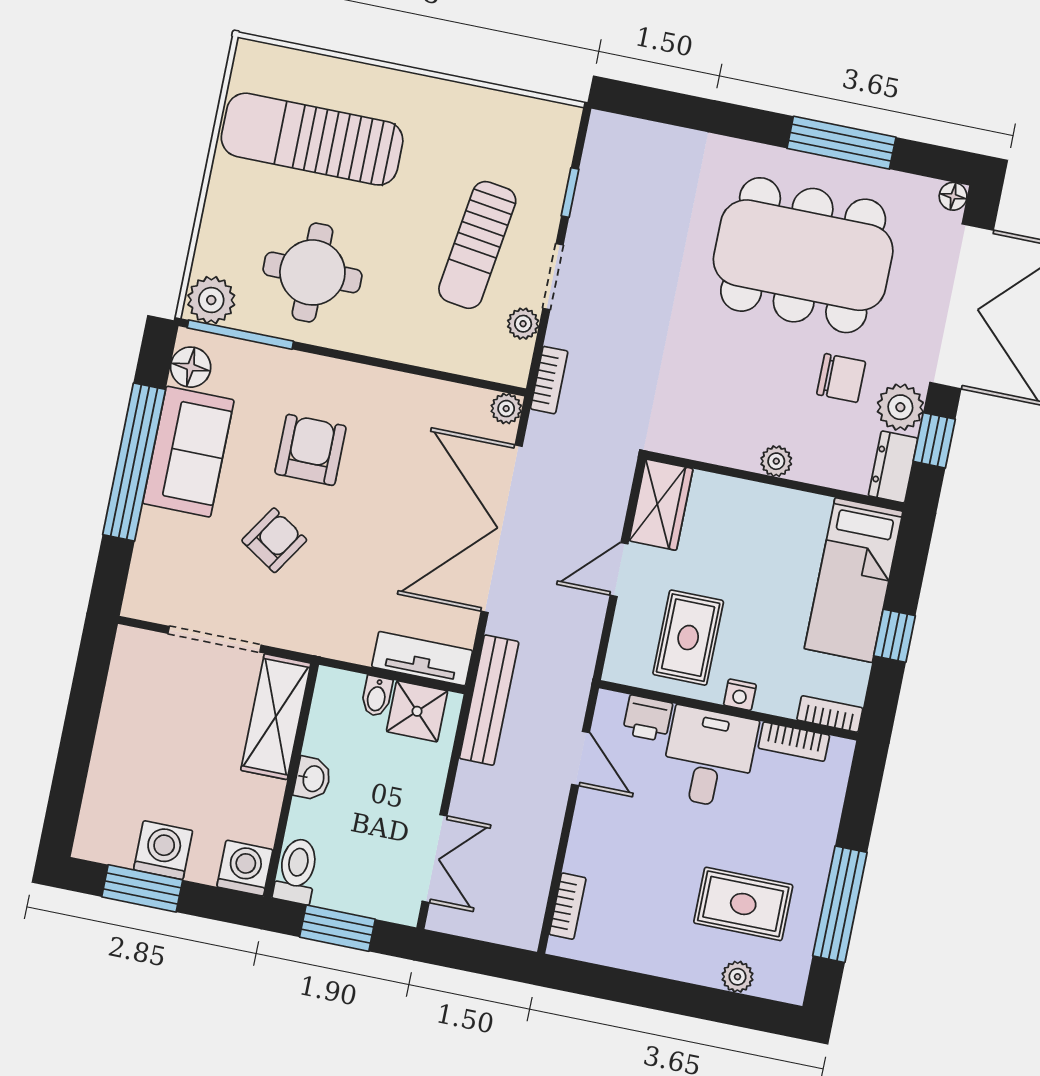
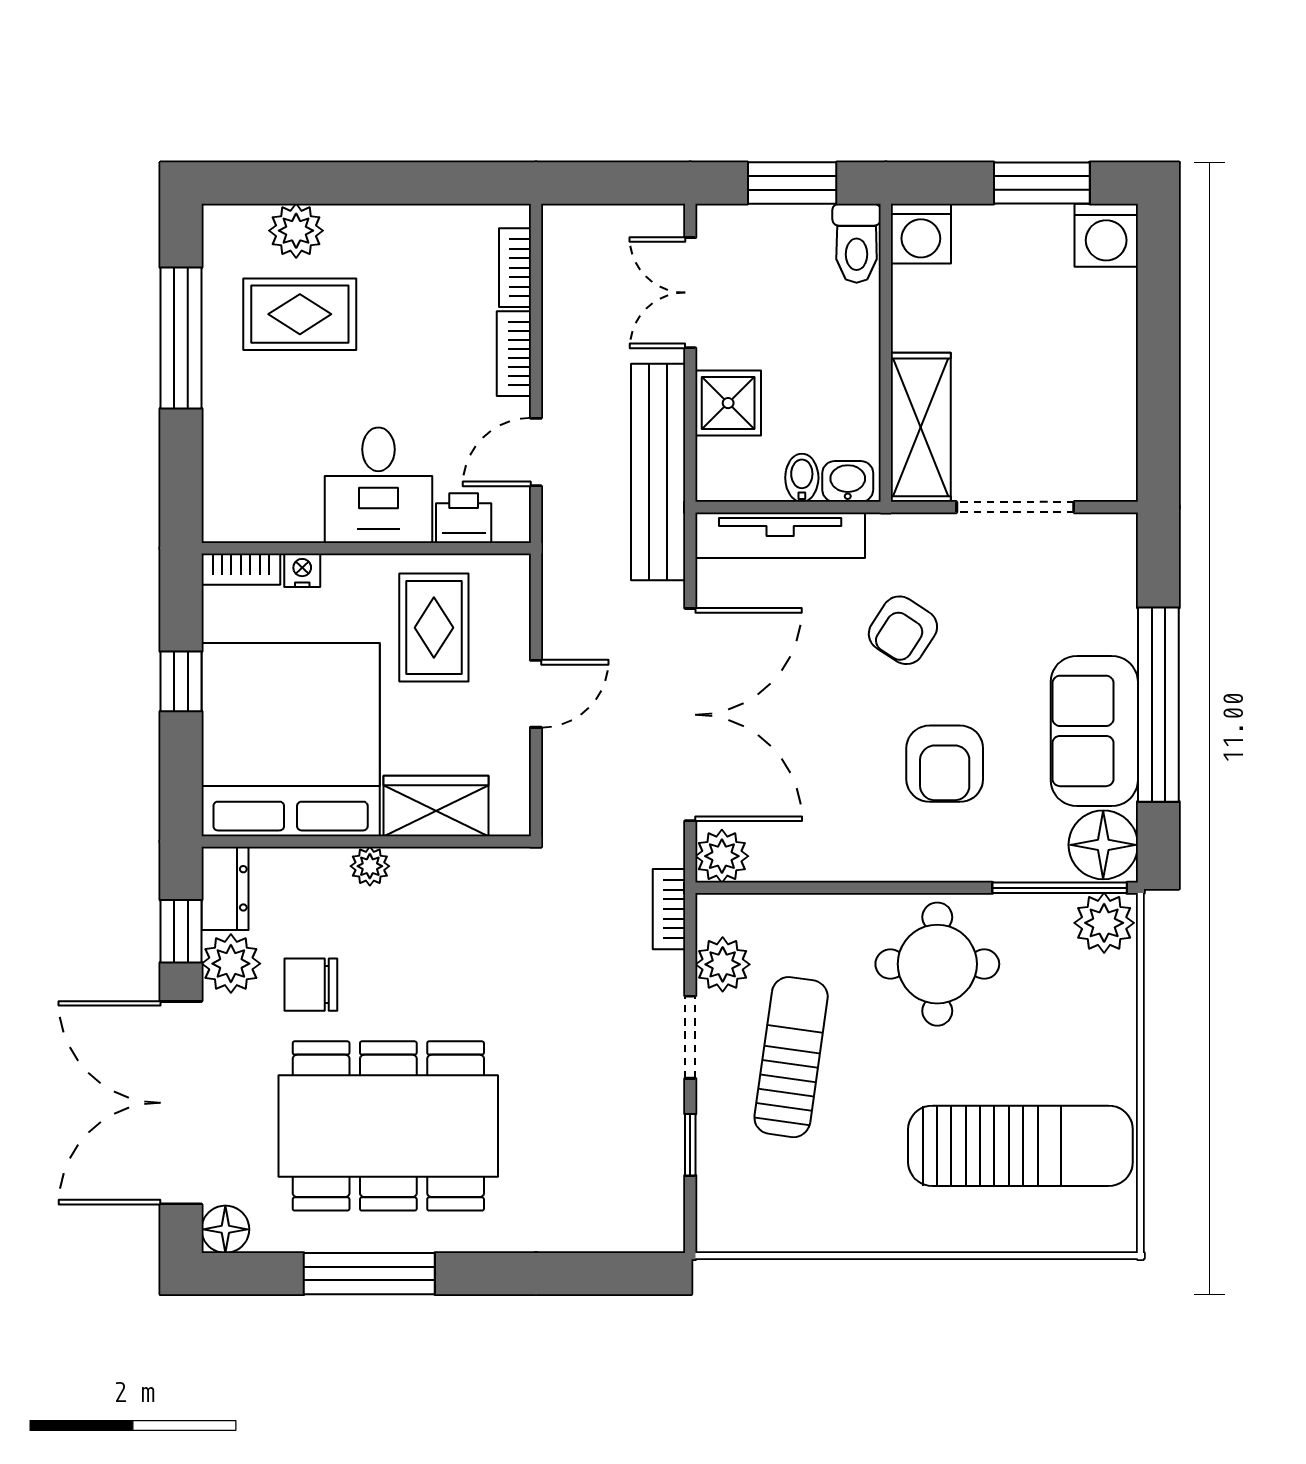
floor lamp: (953, 196) -> (225, 1229), width x1.37, depth x1.37
round table: (312, 272) -> (937, 964), moved
plant: (523, 324) -> (723, 964), width x1.38, depth x1.38
floor lamp: (191, 367) -> (1103, 845), width x1.38, depth x1.38
plant: (506, 409) -> (722, 856), width x1.38, depth x1.38
wardrobe: (661, 505) -> (436, 806), moved, turned 90
armchair: (274, 540) -> (903, 630), moved
bed: (854, 580) -> (291, 740), width x2.04
tv unit: (422, 659) -> (780, 535), width x1.41
nightstand: (740, 695) -> (302, 570), moved
bench: (489, 700) -> (658, 472), width x1.37, depth x1.21
shower: (417, 711) -> (728, 403), moved
bookcase: (794, 742) -> (514, 354), moved, turned -90
door: (581, 759) -> (536, 452), hinge flipped
washbasin: (313, 779) -> (848, 481), moved, turned 90
washing machine: (163, 850) -> (1106, 235), moved
plant: (738, 977) -> (296, 231), width x1.38, depth x1.38

